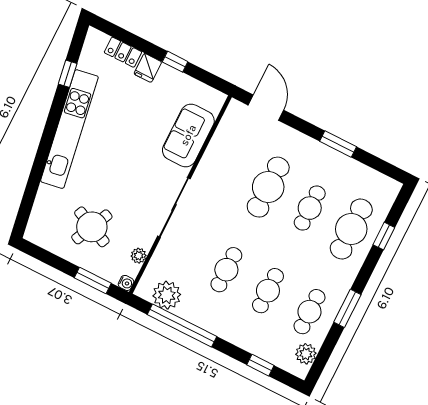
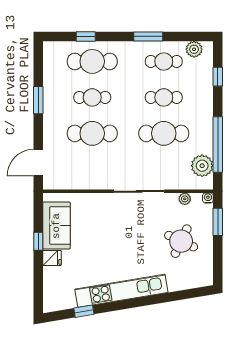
locker: (123, 52) -> (50, 281), removed
sofa: (188, 135) -> (56, 226), moved, turned -90
cafe table: (226, 270) -> (164, 133), width x1.37, depth x1.35

